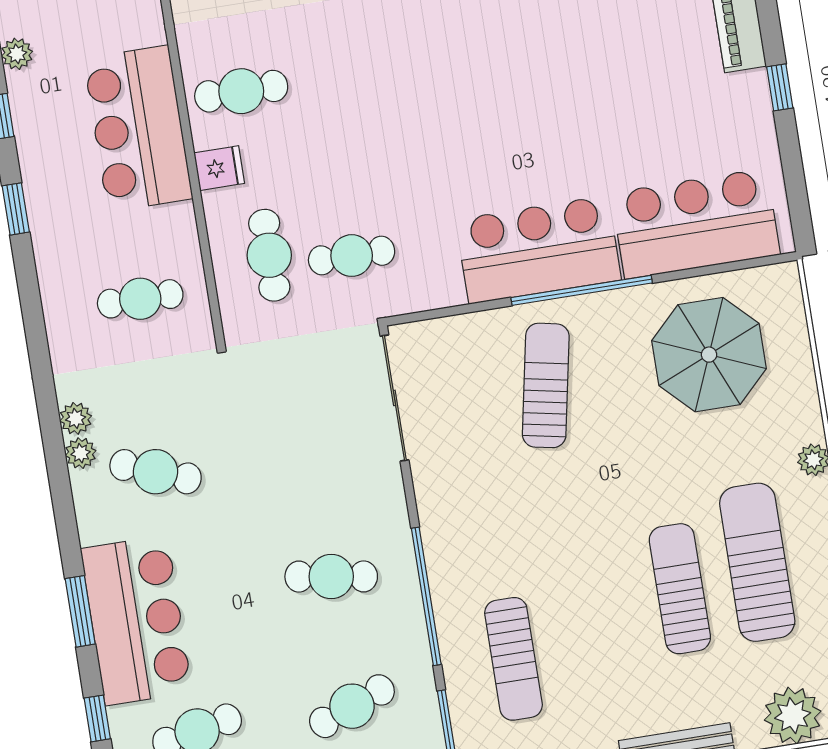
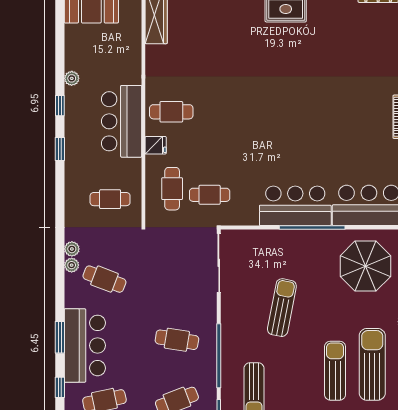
sun lounger: (546, 385) -> (282, 308), moved

